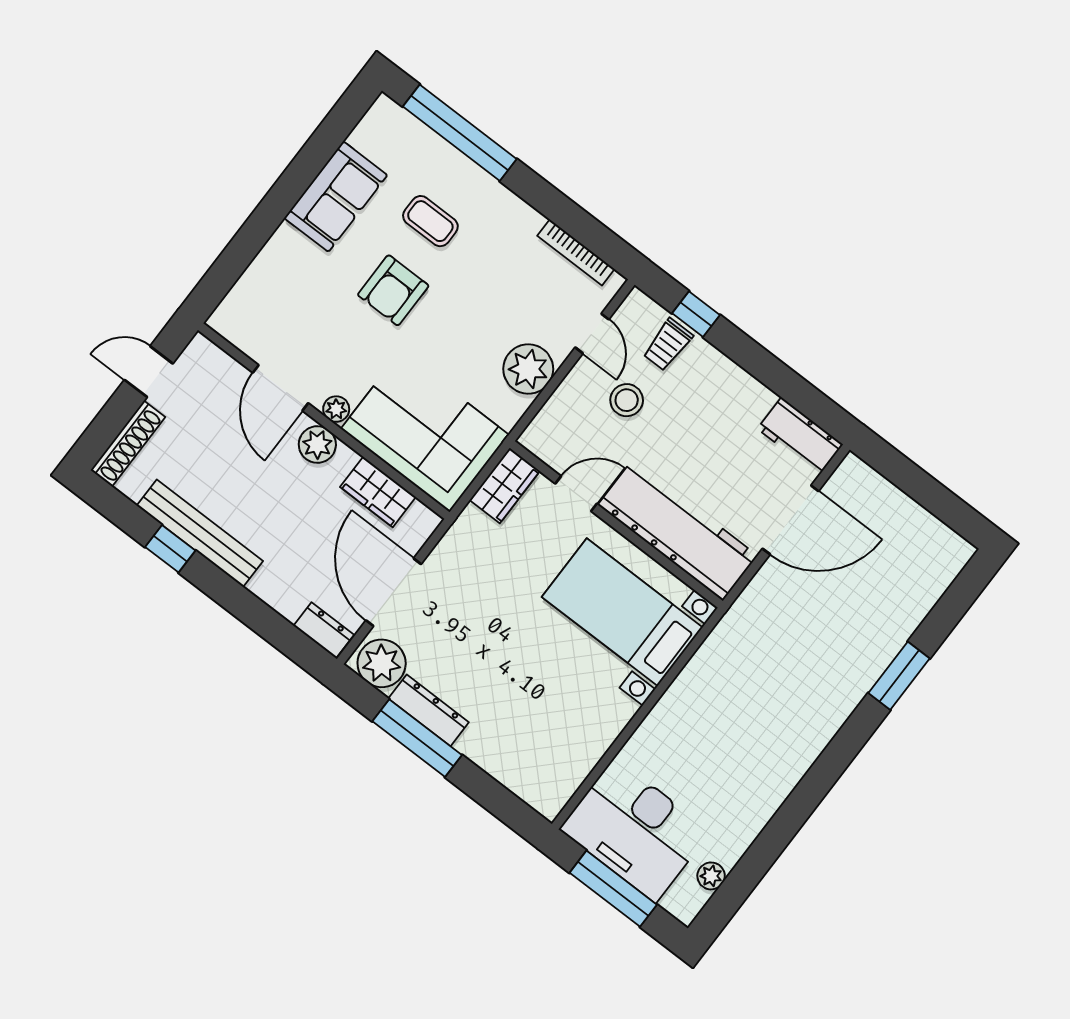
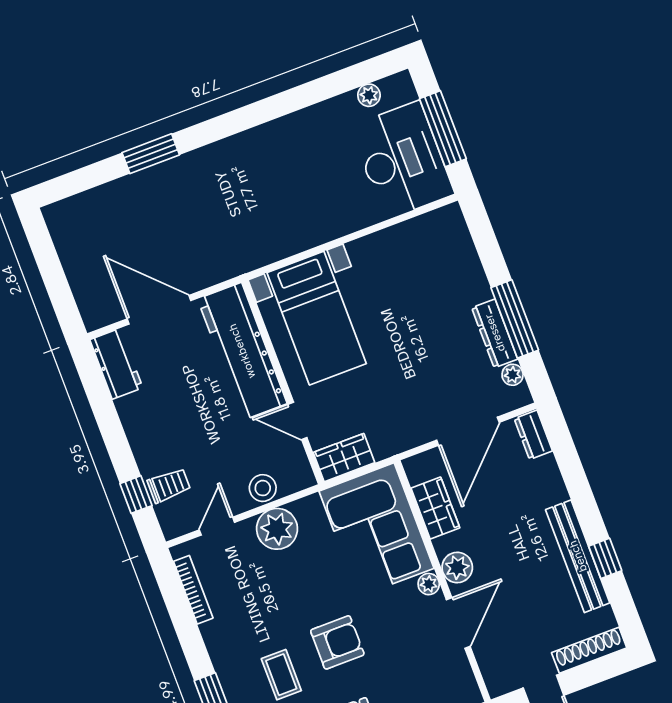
stool: (627, 400) -> (263, 488), moved
plant: (382, 663) -> (513, 375), width x0.53, depth x0.53

